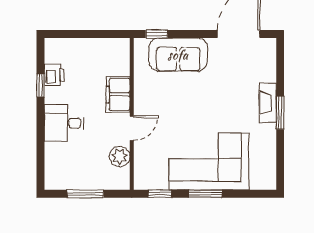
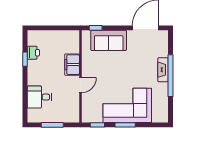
window: (280, 113) -> (170, 76), width x2.11
desk: (64, 123) -> (39, 97), moved
plant: (120, 157) -> (73, 102), removed

